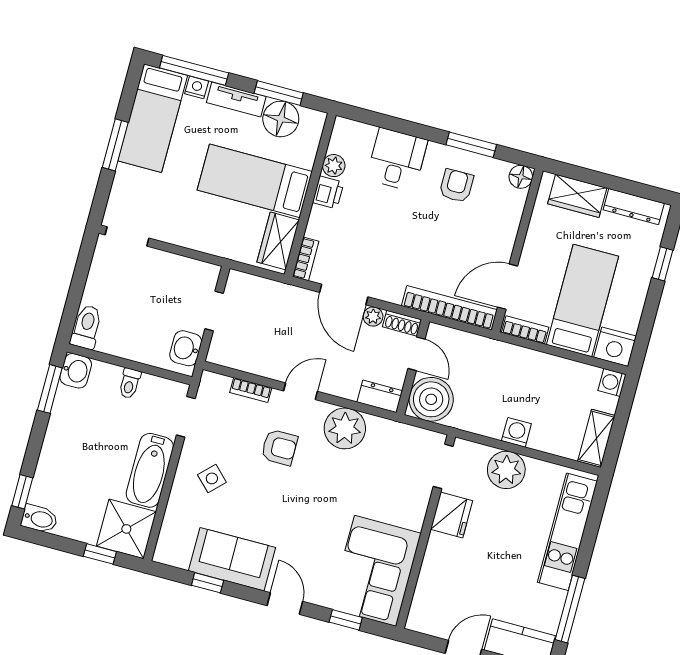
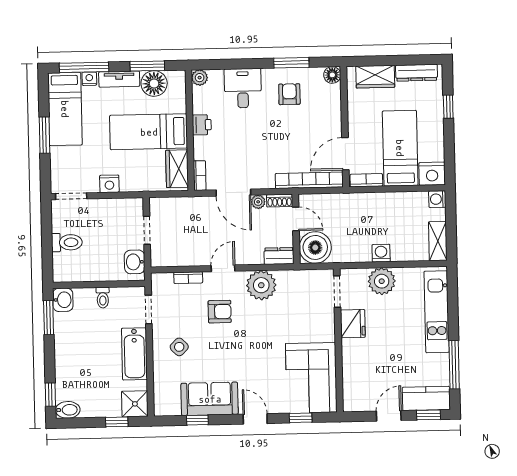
plant: (334, 166) -> (200, 78), moved
nightstand: (183, 235) -> (109, 184), added
toilet: (86, 327) -> (67, 242), moved, turned 90
shower: (126, 529) -> (135, 404), width x0.73, depth x0.73

